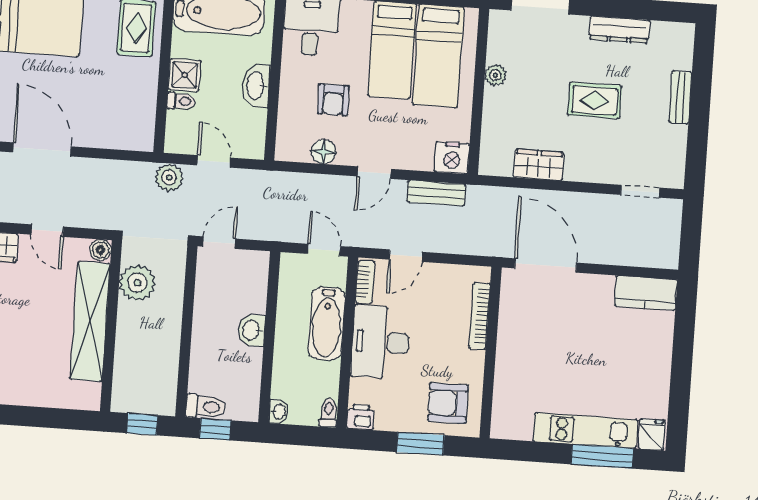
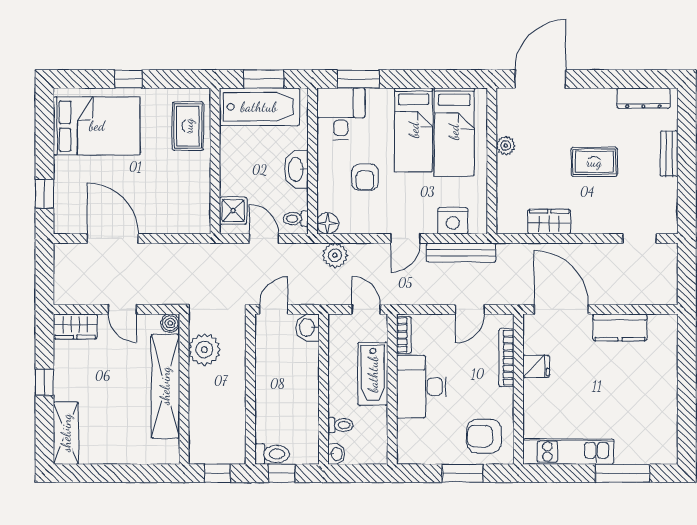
dresser: (619, 30) -> (643, 98), moved
shower: (185, 75) -> (233, 211), moved
toilet: (181, 101) -> (296, 219), moved, turned 180
floor lamp: (323, 152) -> (328, 223), moved
nightstand: (452, 158) -> (453, 221), moved
plant: (169, 177) -> (335, 255), moved
bench: (436, 193) -> (461, 253), width x1.36
door: (406, 256) -> (470, 309), moved
kitchen counter: (646, 293) -> (620, 327), moved
washbasin: (252, 330) -> (308, 327), moved
toilet: (328, 413) -> (341, 425), moved, turned 90
printer: (360, 417) -> (408, 454), removed
kitchen unit: (585, 430) -> (568, 452), moved
fridge: (652, 435) -> (536, 366), moved, turned 90

